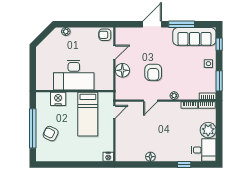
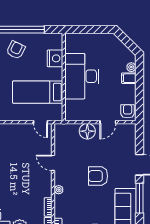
filing cabinet: (76, 34) -> (129, 78), added
door: (114, 52) -> (108, 122), hinge flipped
armchair: (153, 72) -> (98, 176), moved

